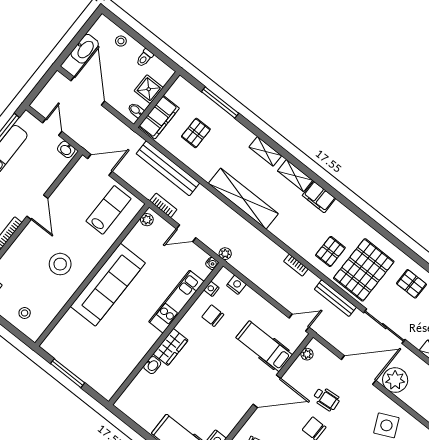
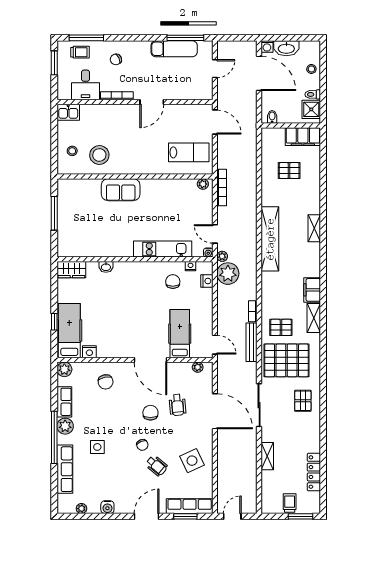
washing machine: (69, 65) -> (267, 47), added
shower: (149, 89) -> (311, 109), moved
door: (88, 91) -> (259, 73), hinge flipped
window: (220, 103) -> (323, 171), removed
filing cabinet: (159, 117) -> (303, 137), moved
washbasin: (66, 149) -> (207, 90), removed
bench: (168, 168) -> (250, 171), removed
shelving: (295, 176) -> (314, 318), moved
bookcase: (163, 205) -> (222, 188), width x1.56
door: (186, 233) -> (215, 234), moved
stool: (60, 264) -> (99, 155), moved
sofa: (108, 285) -> (121, 190), width x0.54, depth x0.79
bench: (335, 298) -> (252, 342), moved
wardrobe: (171, 347) -> (71, 270), moved
plant: (395, 380) -> (228, 274), moved

